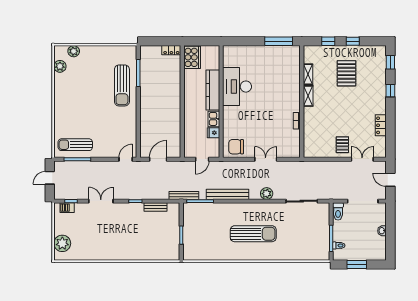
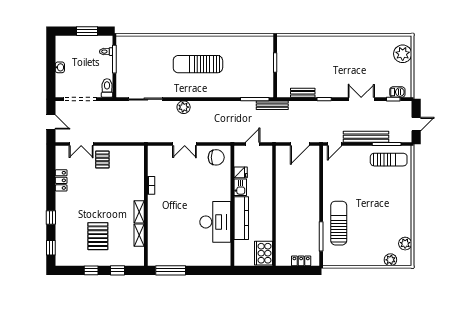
locker: (171, 50) -> (301, 261), moved
bench: (228, 194) -> (366, 137), moved
double door: (101, 201) -> (361, 99), swing flipped

